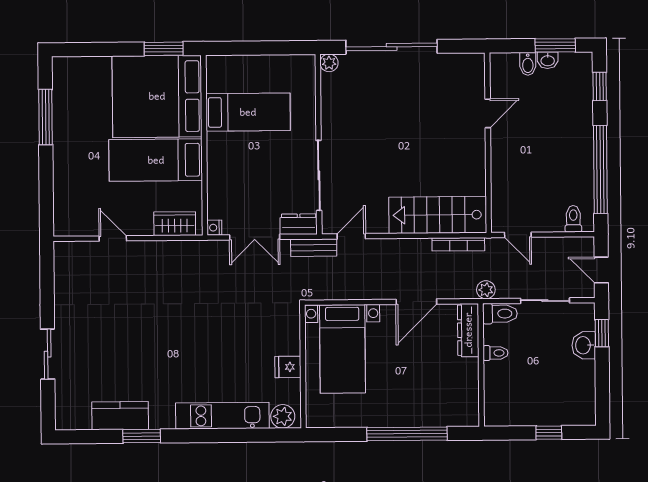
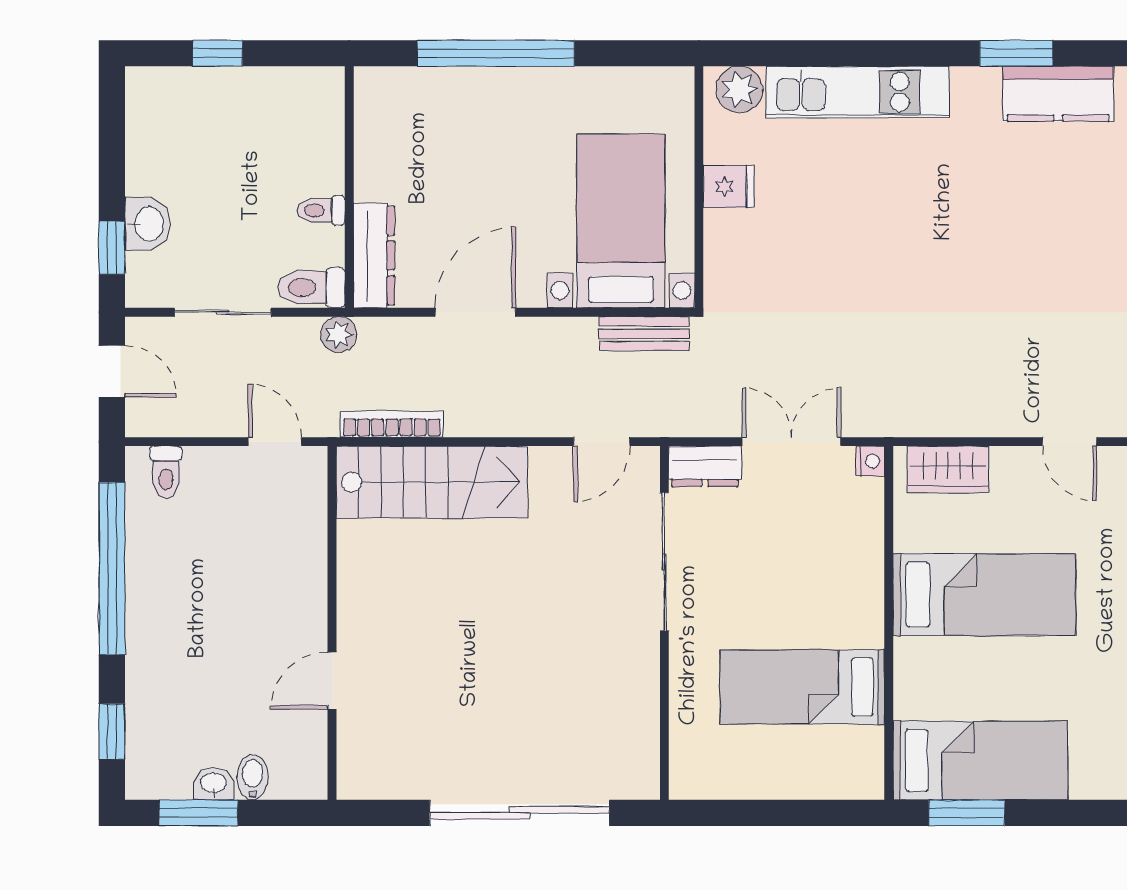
plant: (329, 63) -> (642, 782), removed
bed: (157, 96) -> (980, 761), width x0.49
bench: (314, 248) -> (644, 334), moved

